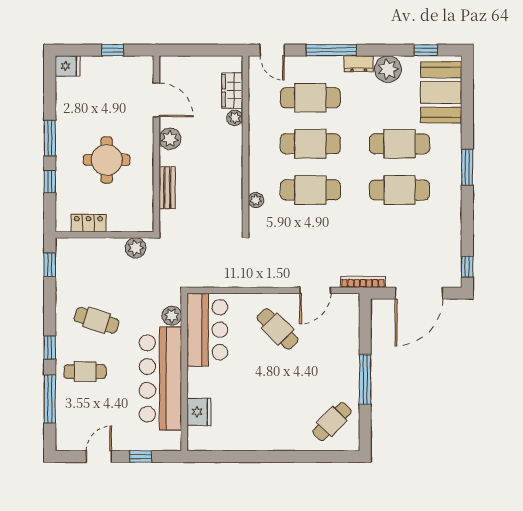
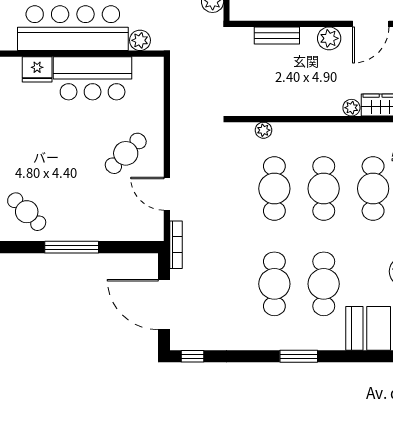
bar counter: (207, 330) -> (93, 78), moved

